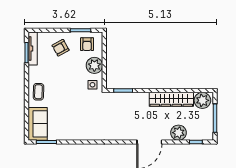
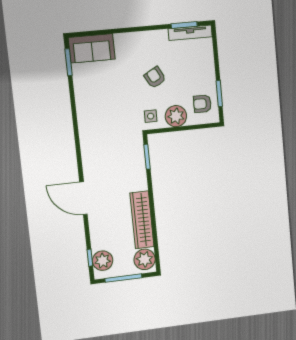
armchair: (61, 48) -> (155, 77), moved
coffee table: (38, 92) -> (134, 46), removed
plant: (179, 133) -> (103, 261), moved

